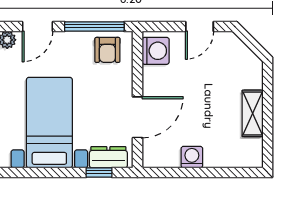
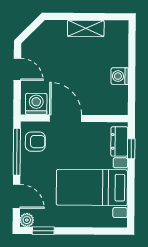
door: (138, 117) -> (65, 118), moved

